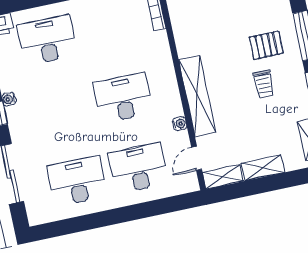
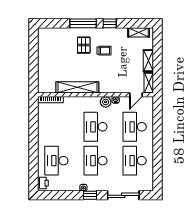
shelving: (197, 96) -> (77, 87), moved
plant: (172, 106) -> (106, 102), added
desk: (62, 111) -> (95, 161), added
door: (197, 158) -> (136, 95), hinge flipped

